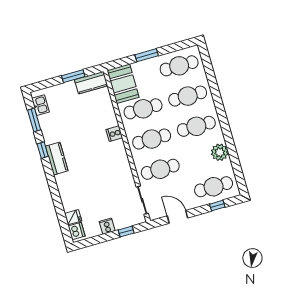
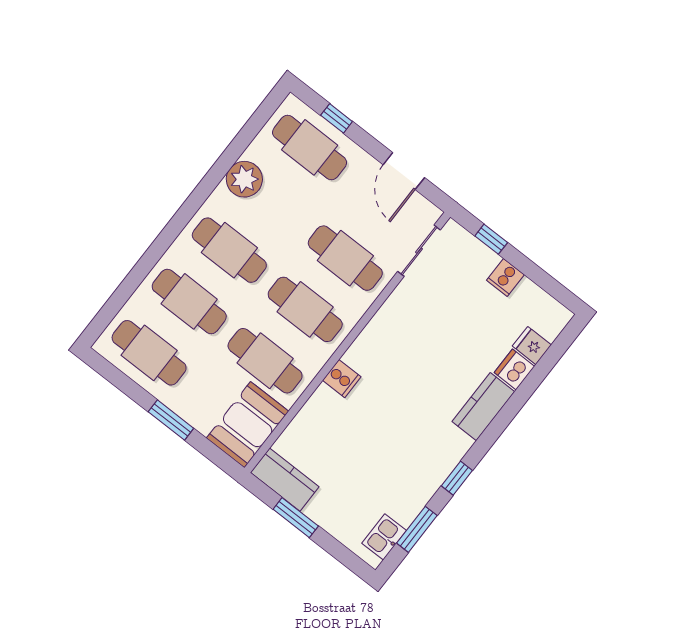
kitchen counter: (57, 159) -> (483, 407), moved
dishwasher: (77, 231) -> (514, 370), moved

